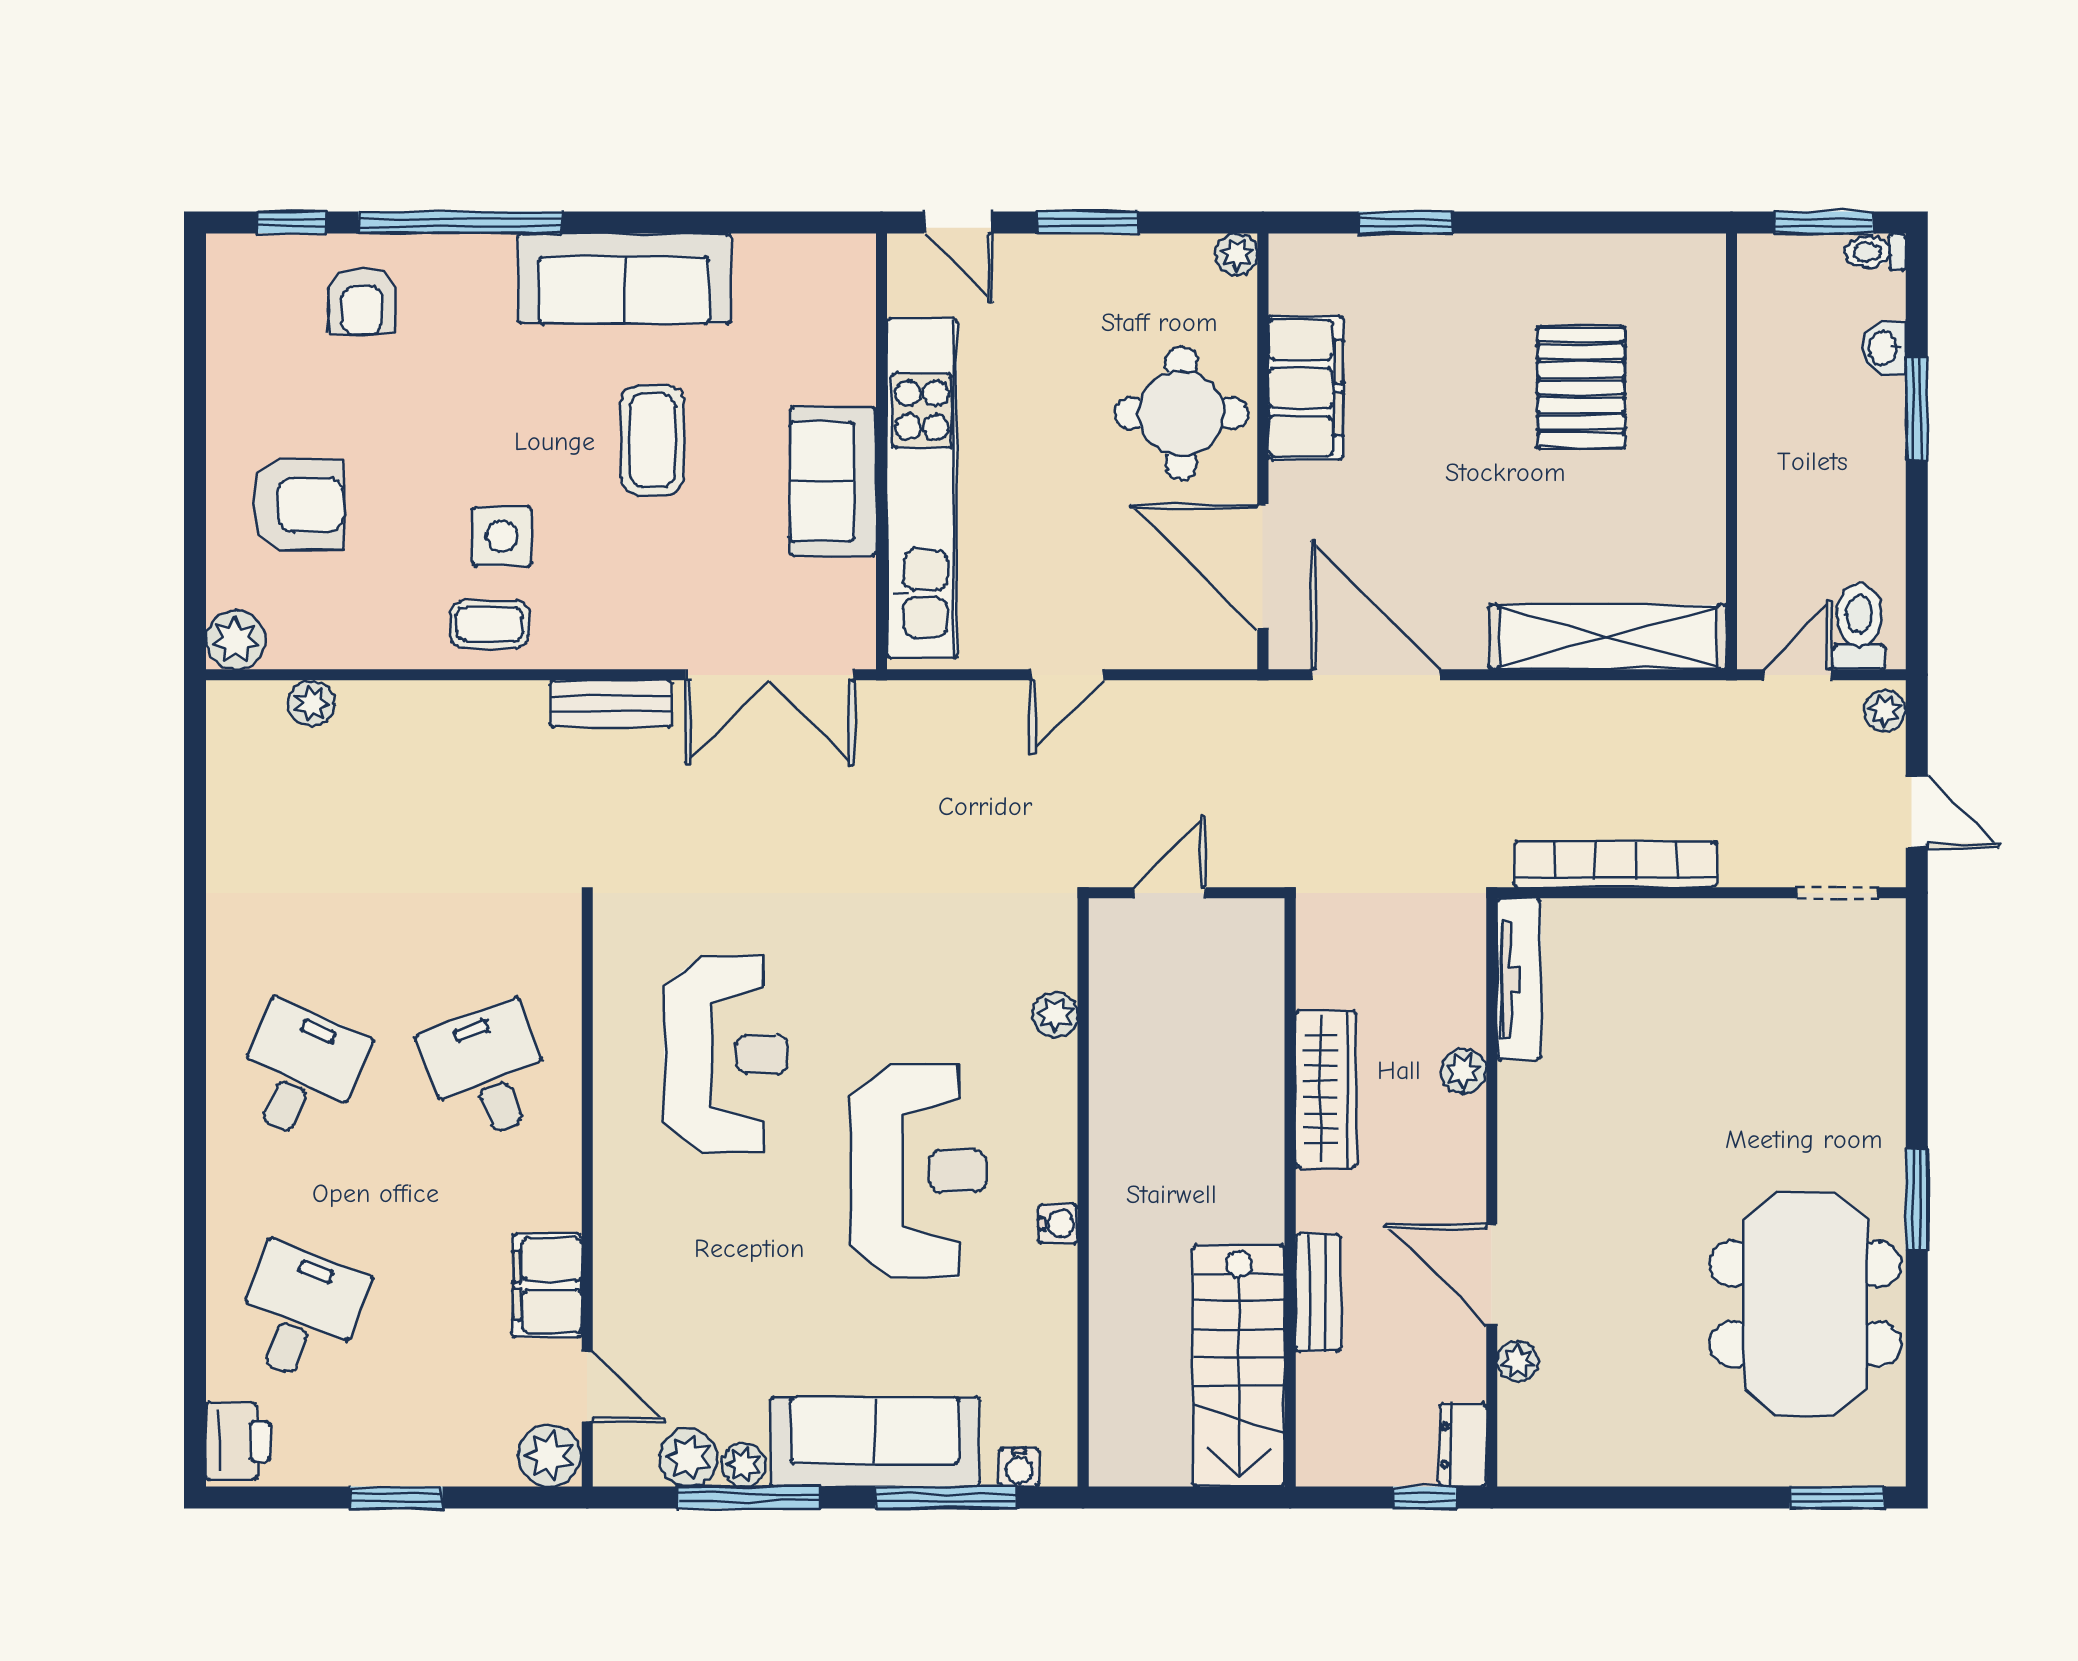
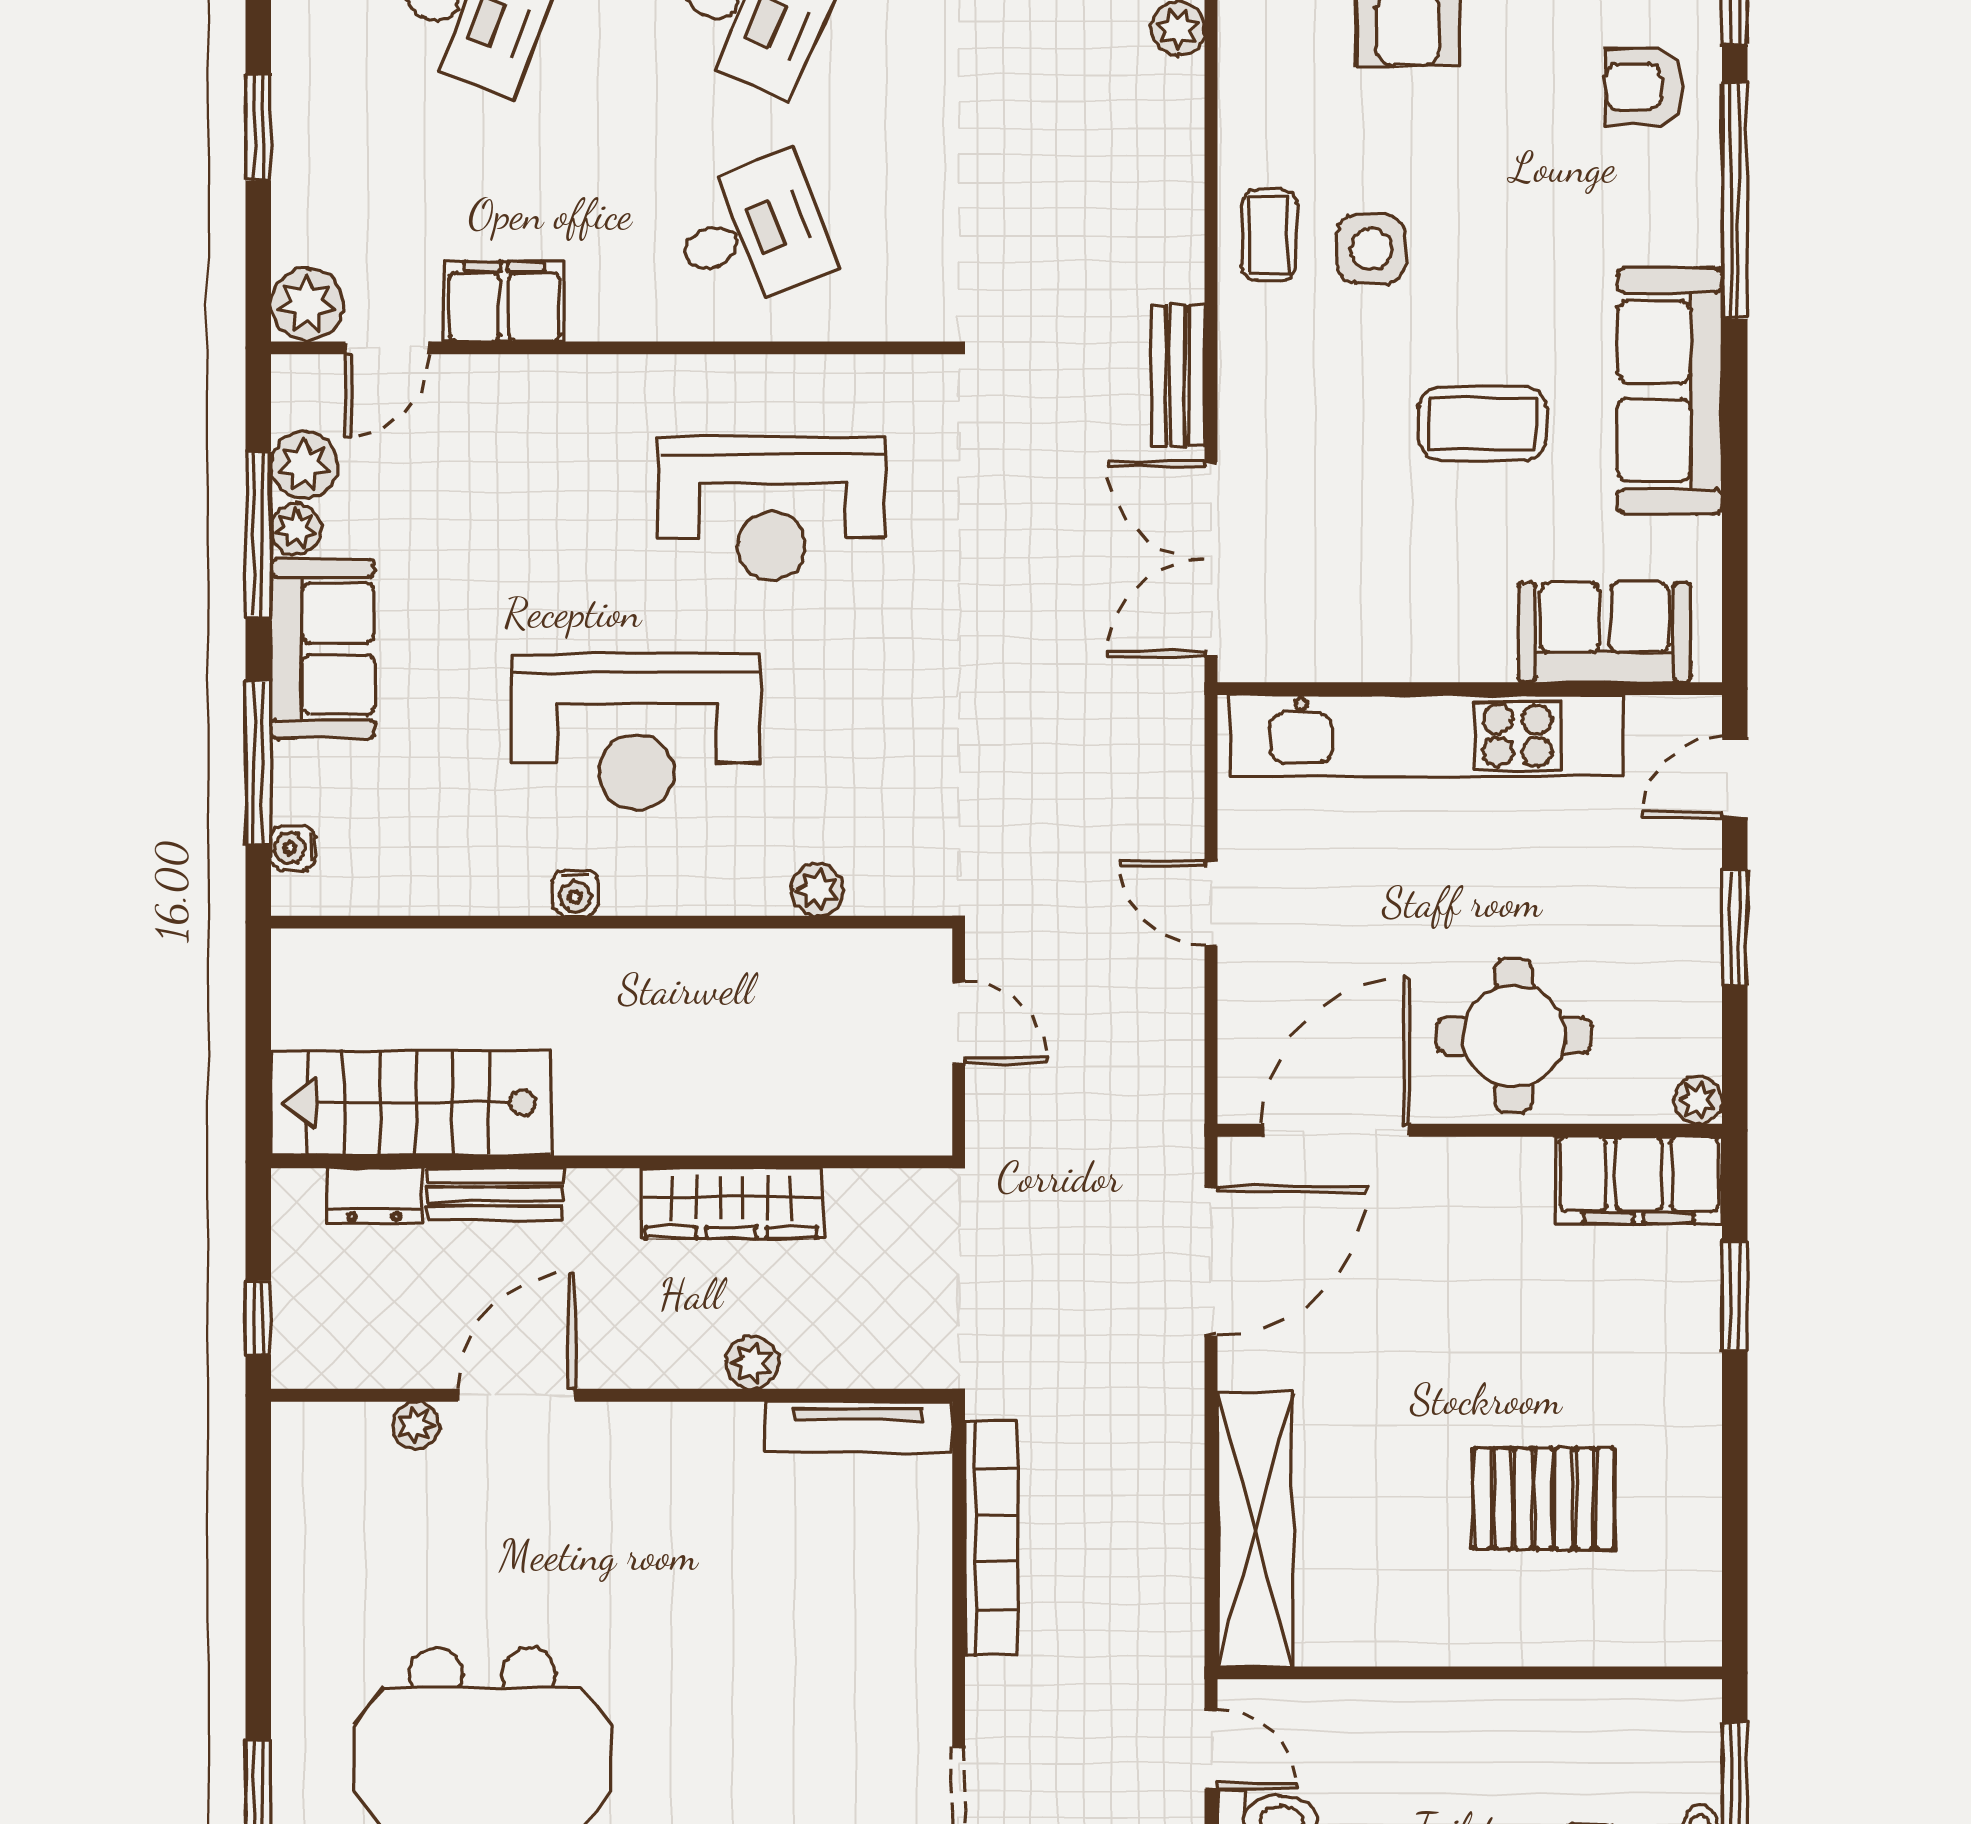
filing cabinet: (1306, 388) -> (1639, 1180), moved
sofa: (833, 482) -> (1604, 632), moved
sofa: (875, 1442) -> (323, 649), width x0.73
dresser: (1463, 1445) -> (374, 1195), moved, turned 180

